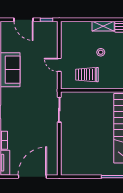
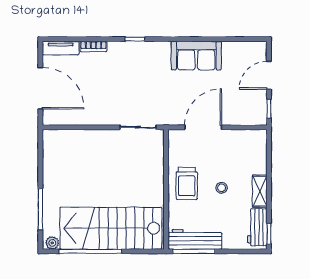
door: (59, 65) -> (203, 127), width x1.87
trolley: (87, 75) -> (187, 183), moved, turned 180

